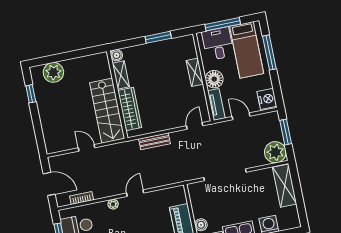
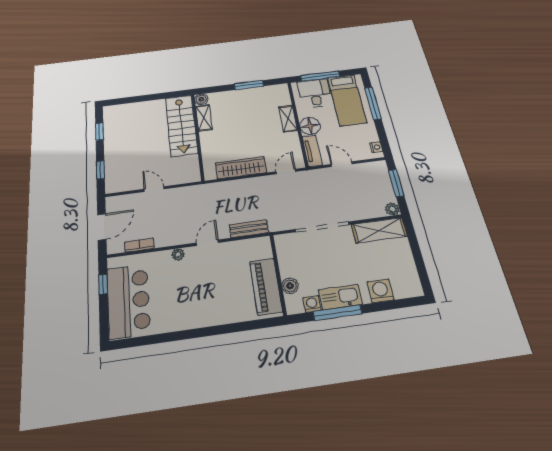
plant: (53, 72) -> (129, 112), removed
nightstand: (267, 99) -> (376, 147), width x0.53, depth x0.56
wardrobe: (130, 109) -> (241, 168), moved, turned -90
stairs: (107, 111) -> (181, 125), moved
window: (39, 132) -> (100, 170), added
bench: (154, 141) -> (249, 229), moved
plant: (275, 152) -> (392, 209), width x0.53, depth x0.53
door: (49, 184) -> (102, 227), hinge flipped
shelving: (285, 186) -> (379, 230), moved, turned 90

